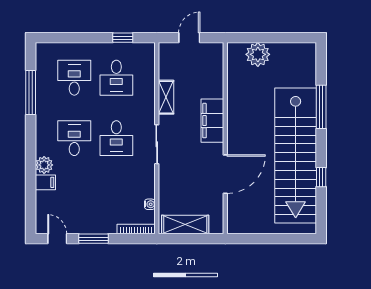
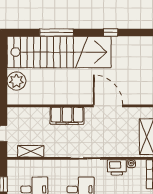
shelving: (166, 97) -> (31, 151), moved
stairs: (296, 156) -> (59, 52), moved
printer: (145, 185) -> (117, 167), added

